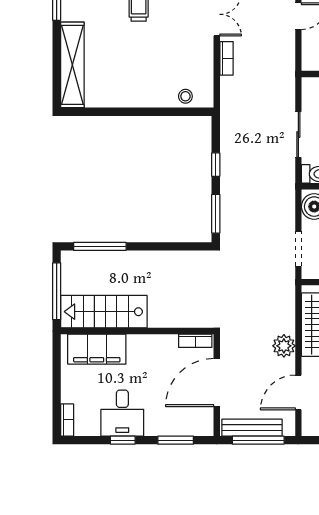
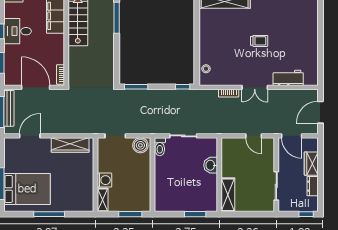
window: (216, 165) -> (183, 87), moved
plant: (284, 346) -> (57, 127), removed
door: (298, 392) -> (30, 136), hinge flipped

